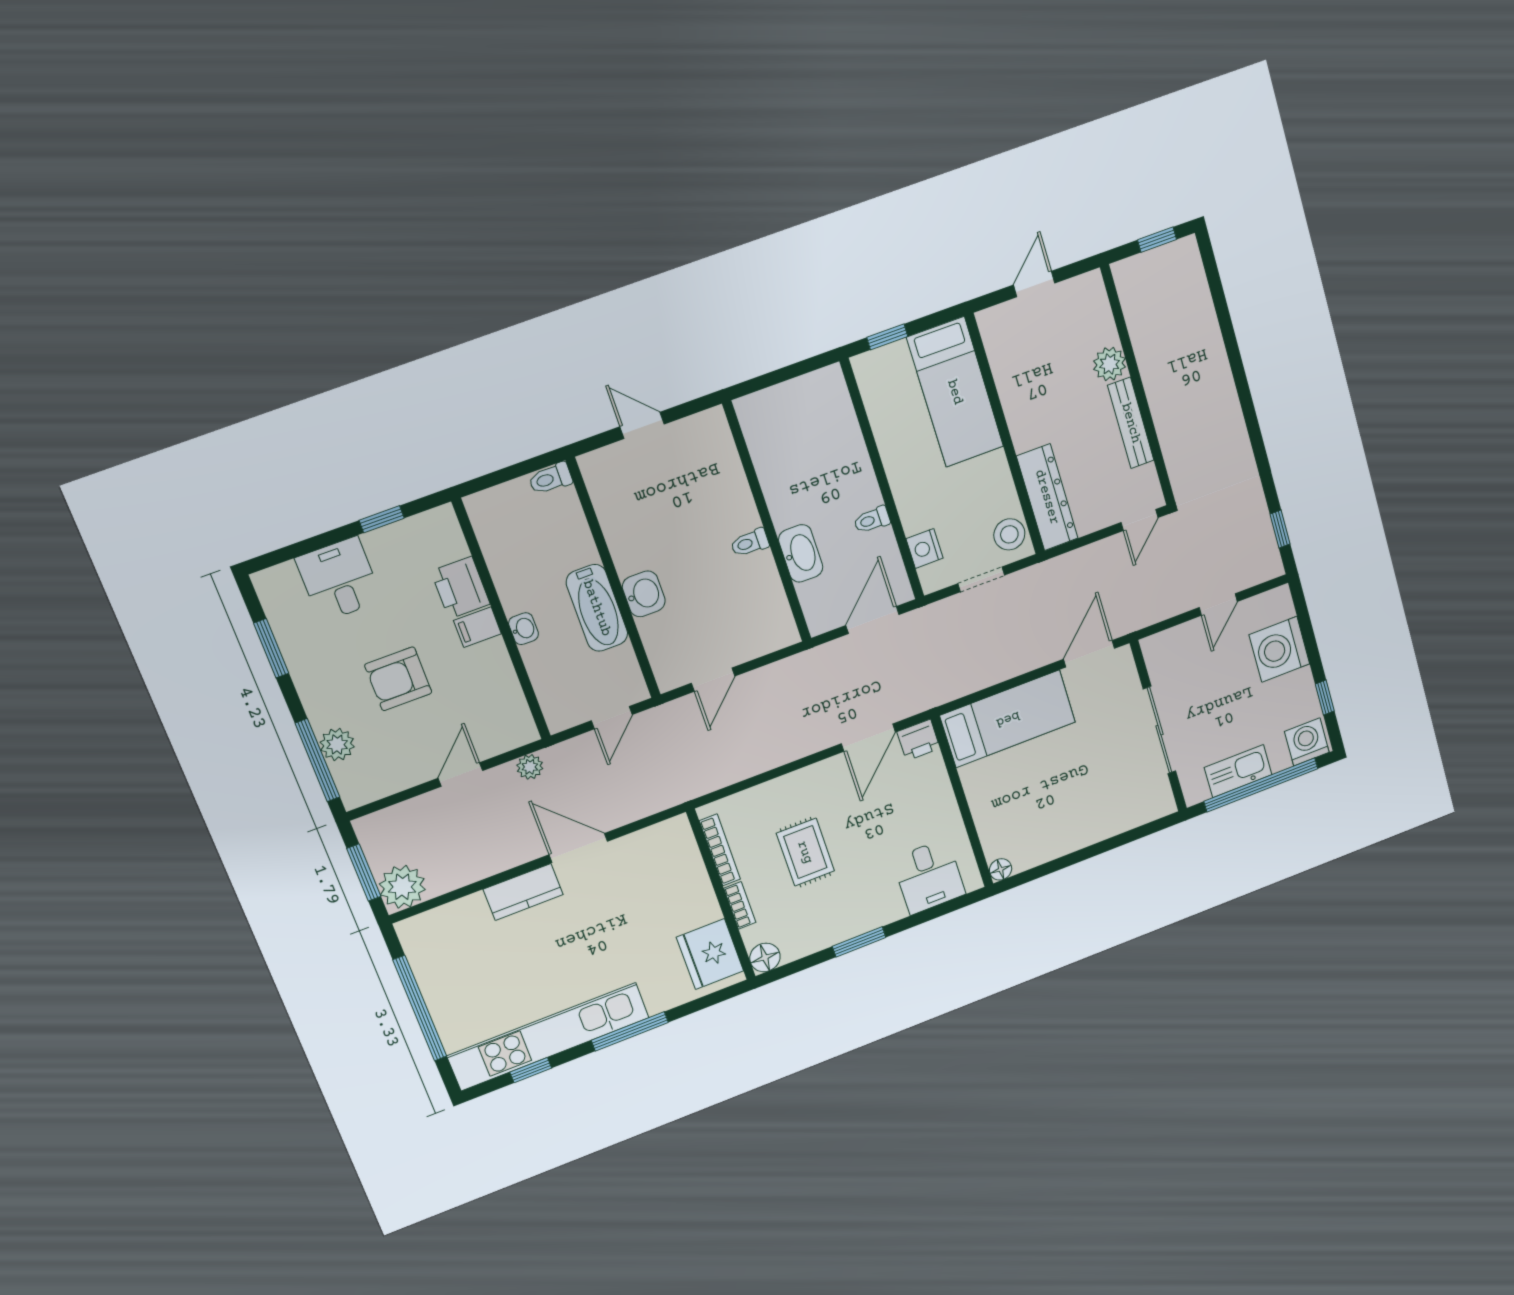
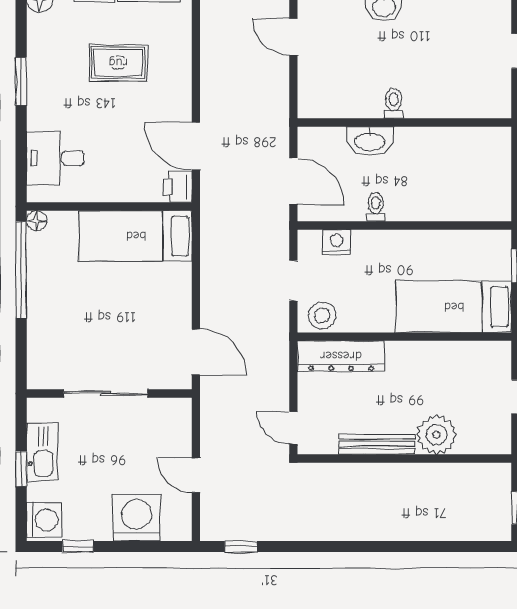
plant: (1110, 364) -> (437, 435), width x1.36, depth x1.36
bed: (1008, 719) -> (136, 236), moved, turned 90
window: (1261, 785) -> (21, 469), width x0.32
window: (1057, 865) -> (21, 270), added

